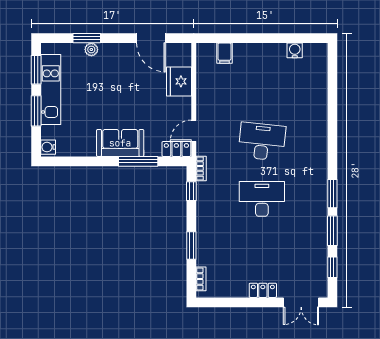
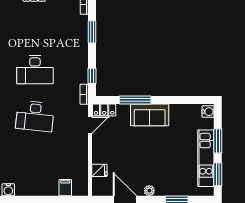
plant: (91, 49) -> (149, 191), moved
fridge: (179, 81) -> (99, 170), width x0.53, depth x0.75

